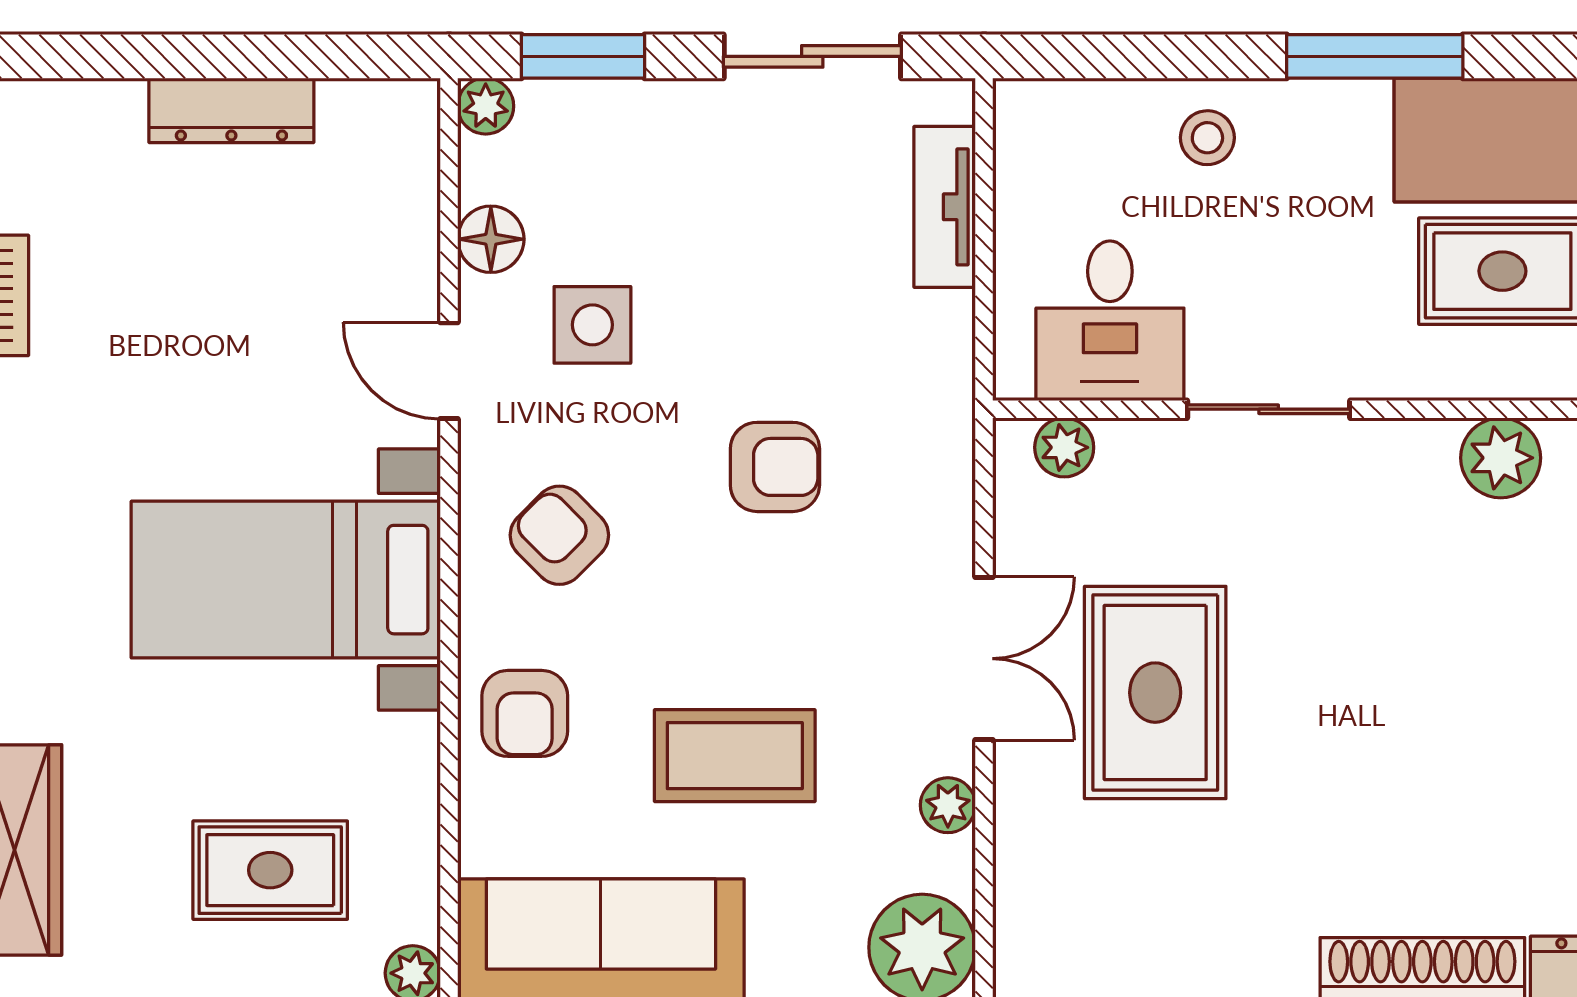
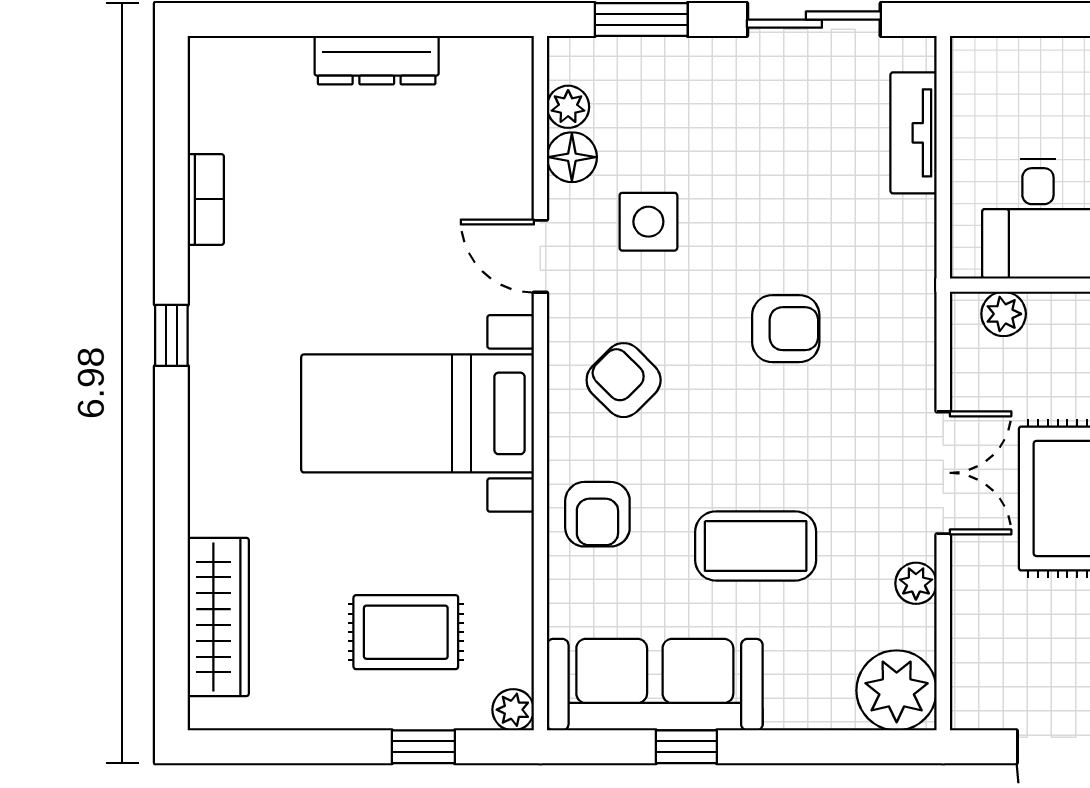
plant: (486, 106) -> (568, 107), moved

